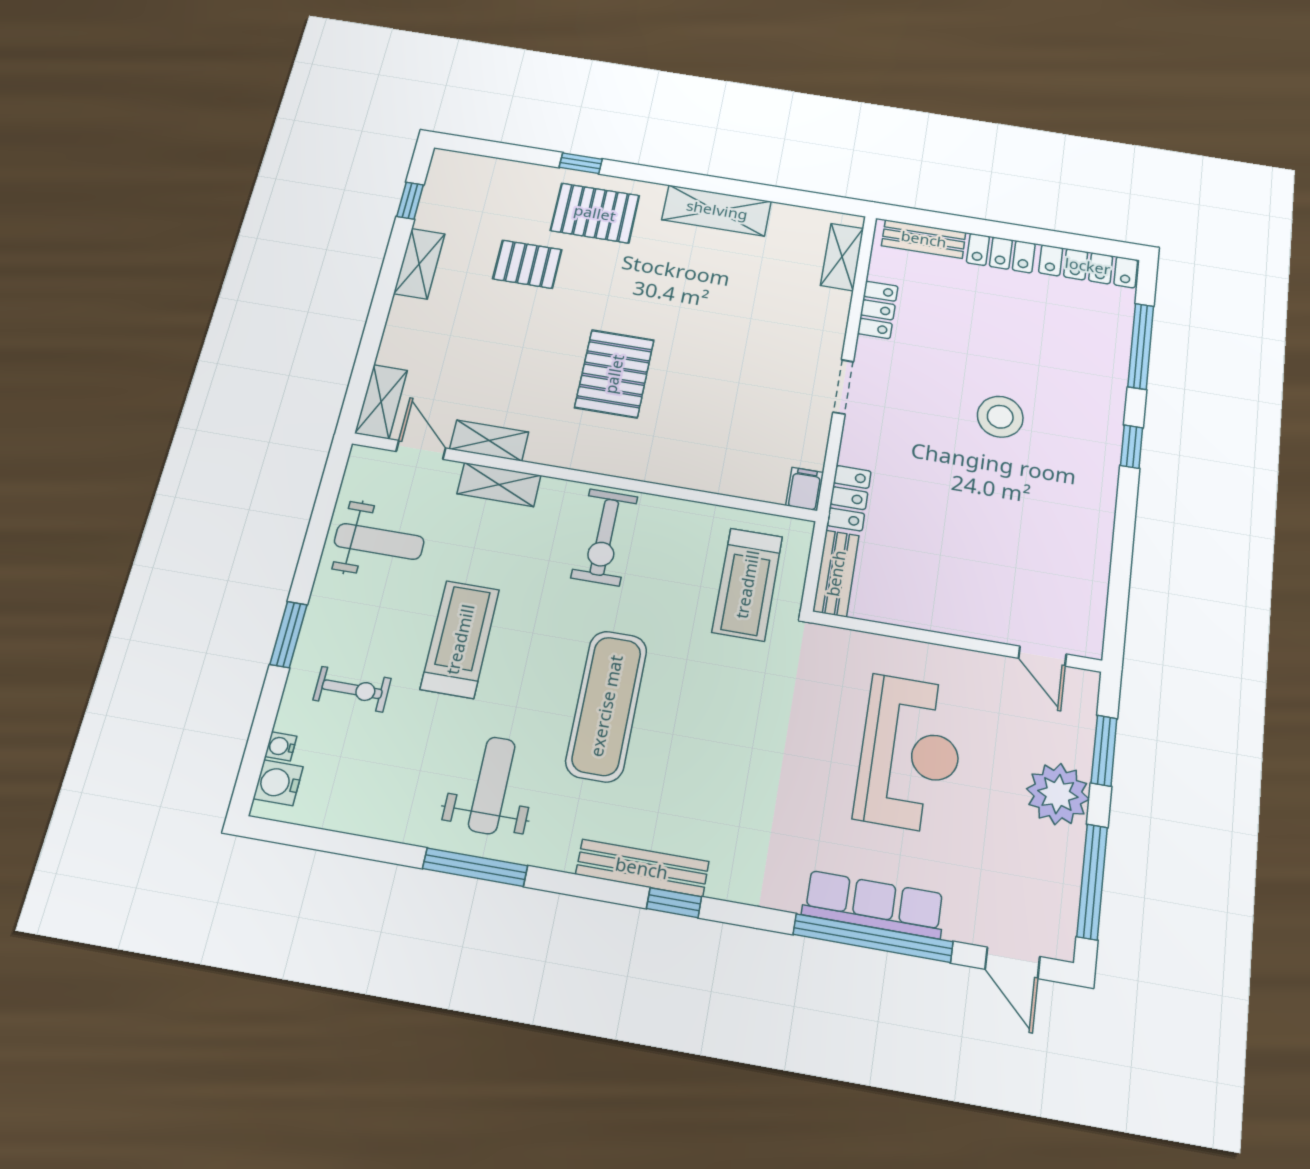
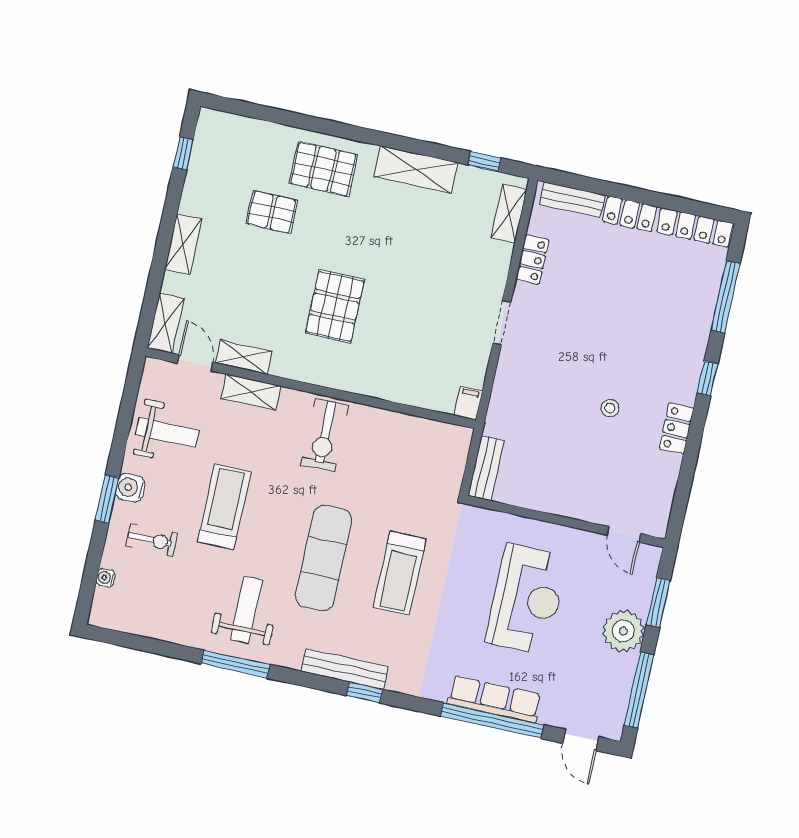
window: (581, 163) -> (484, 161), moved
shelving: (419, 264) -> (183, 244), moved
stool: (1000, 417) -> (610, 408), moved, width x0.53, depth x0.53
locker: (849, 498) -> (677, 428), moved, turned 180
treadmill: (747, 584) -> (400, 573), moved
water cooler: (278, 783) -> (130, 488), moved

